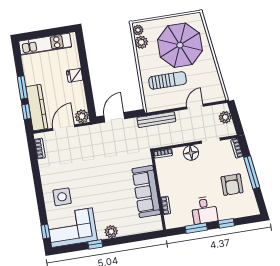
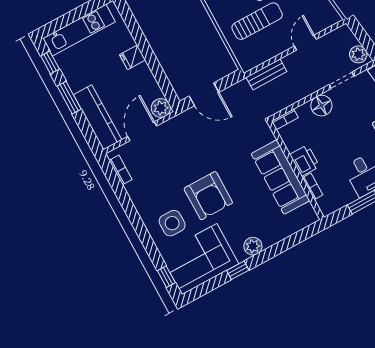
window: (26, 112) -> (50, 62), moved
door: (114, 117) -> (204, 94), swing flipped
plant: (225, 117) -> (358, 54), moved
bench: (156, 120) -> (266, 74), width x0.73
printer: (167, 186) -> (305, 160), added
armchair: (93, 187) -> (208, 196), added

